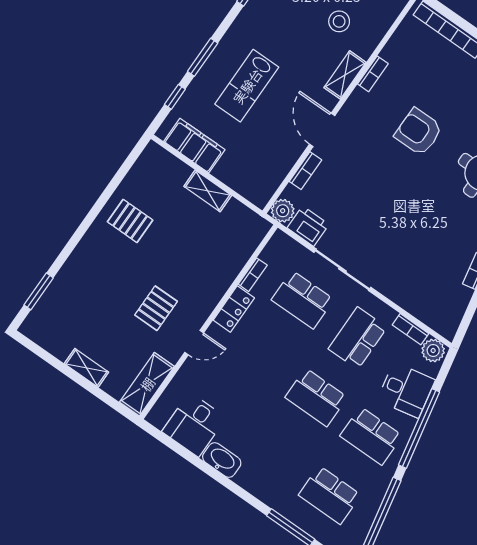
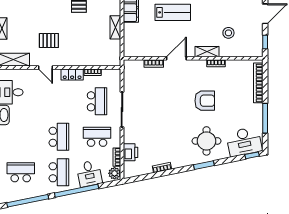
lab bench: (247, 86) -> (173, 12), turned 180
armchair: (419, 132) -> (205, 101), turned 90
plant: (283, 211) -> (129, 66), removed
printer: (308, 226) -> (130, 152), moved
school desk: (303, 300) -> (97, 101), turned 180
school desk: (316, 397) -> (59, 137), turned 180
school desk: (371, 436) -> (59, 172), turned 180
school desk: (330, 495) -> (21, 172), turned 90

